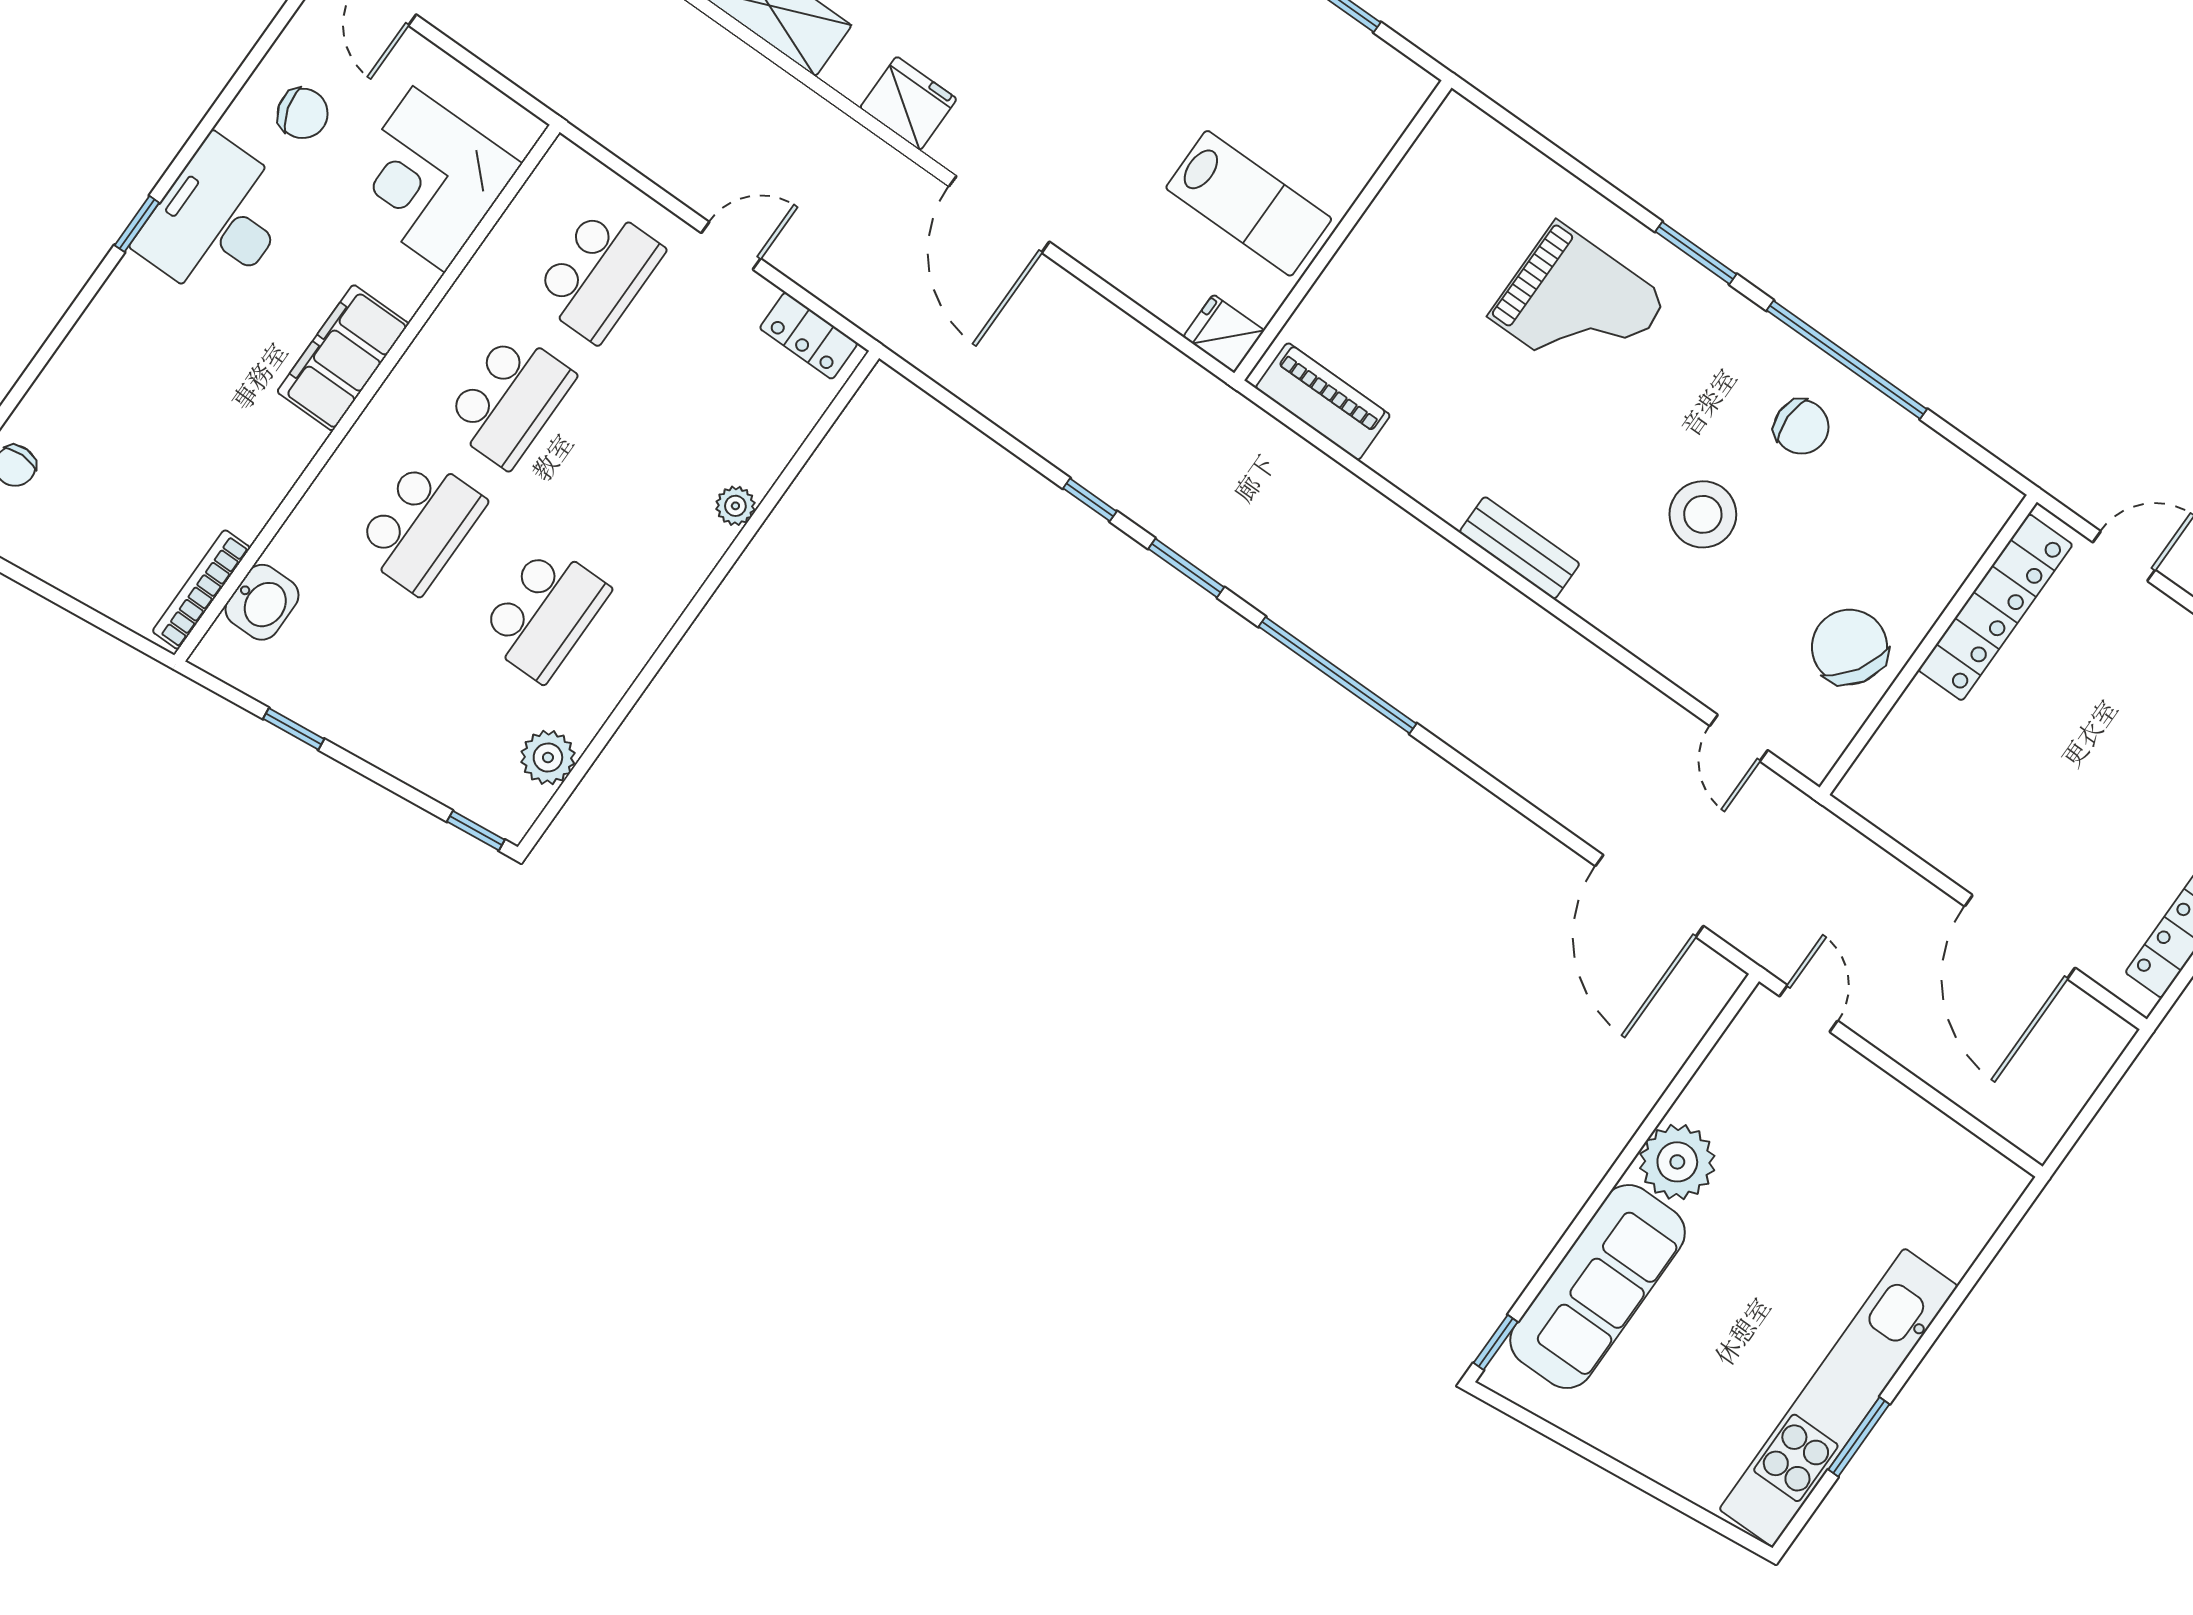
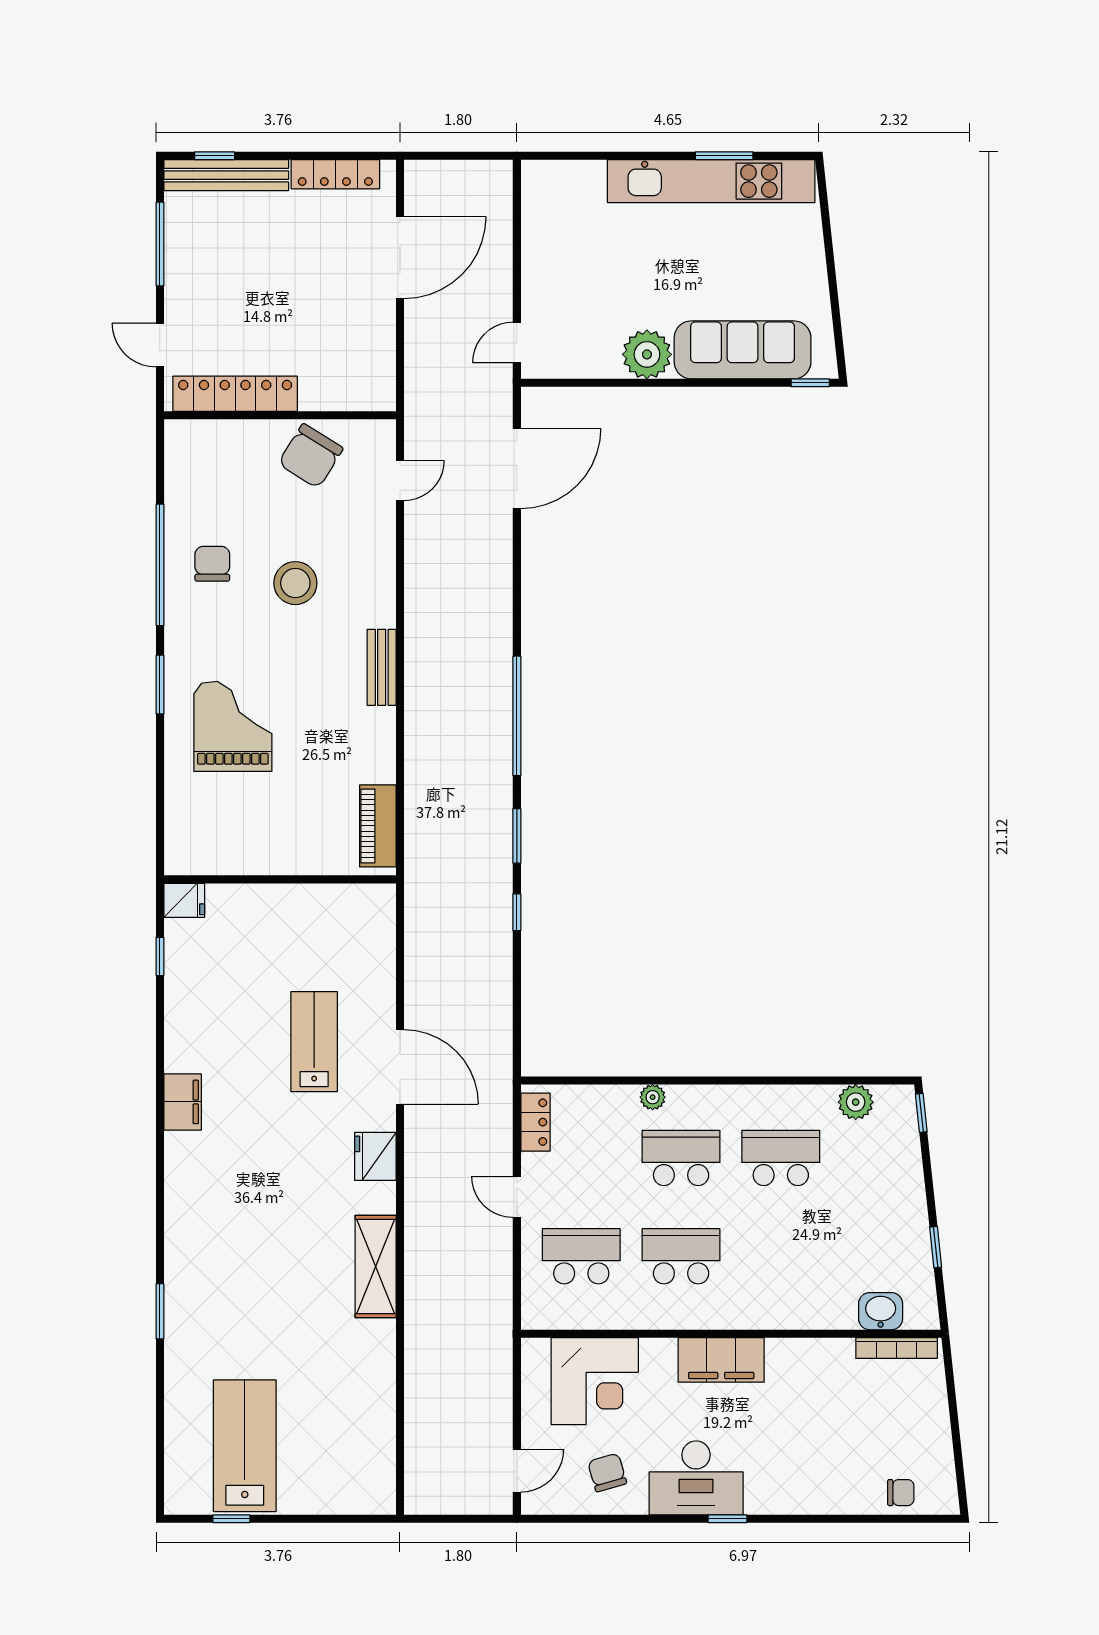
lab bench: (1249, 203) -> (314, 1042), moved
door: (999, 214) -> (400, 1067), hinge flipped
fridge: (1224, 334) -> (184, 900), moved, turned -90
school desk: (420, 525) -> (681, 1158), moved

